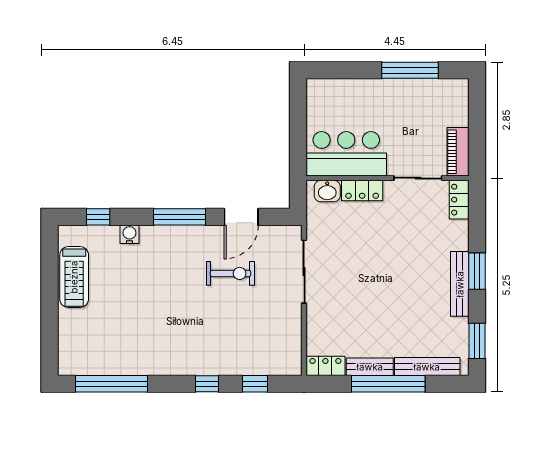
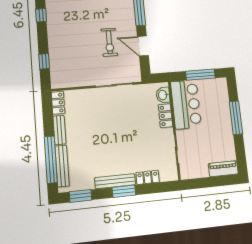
window: (410, 70) -> (236, 118), moved
window: (298, 123) -> (200, 75), added
piano: (458, 152) -> (223, 169), moved
locker: (459, 200) -> (148, 177), moved
window: (207, 384) -> (41, 15), moved
window: (388, 384) -> (51, 160), moved

